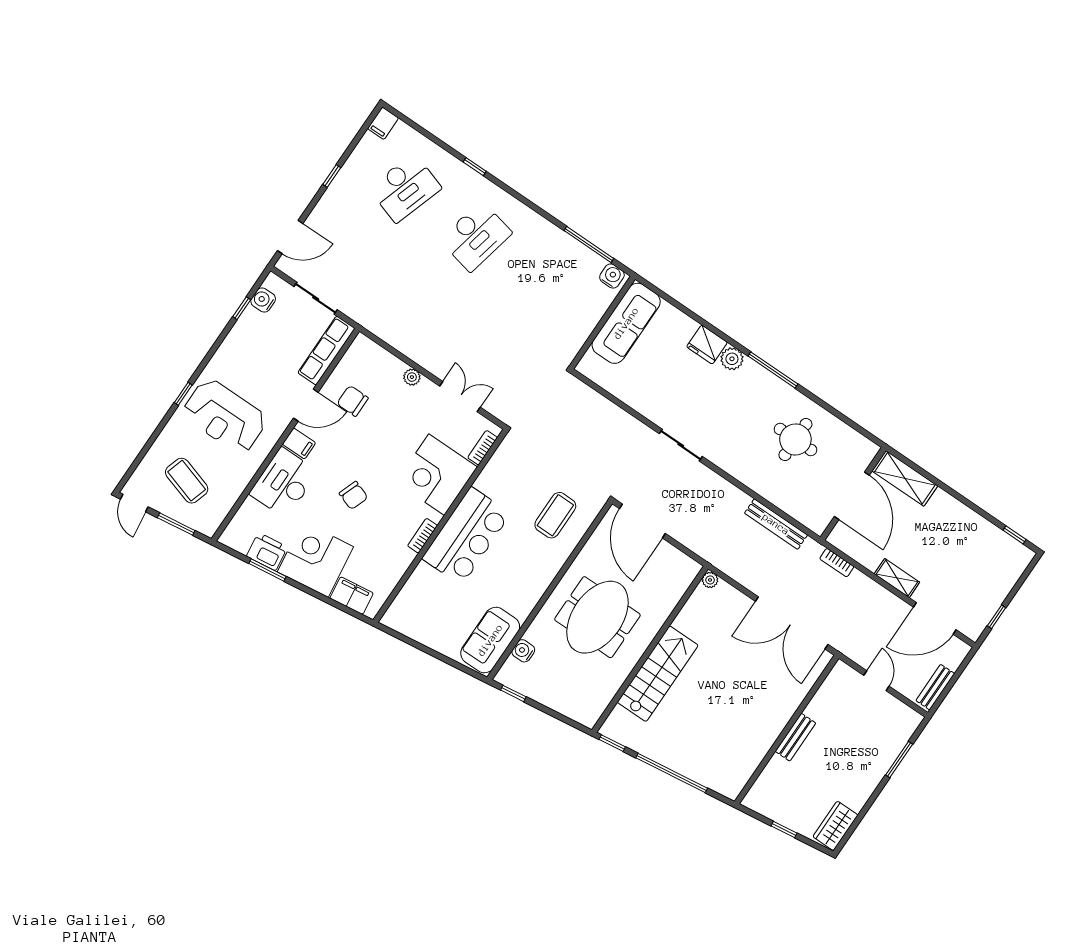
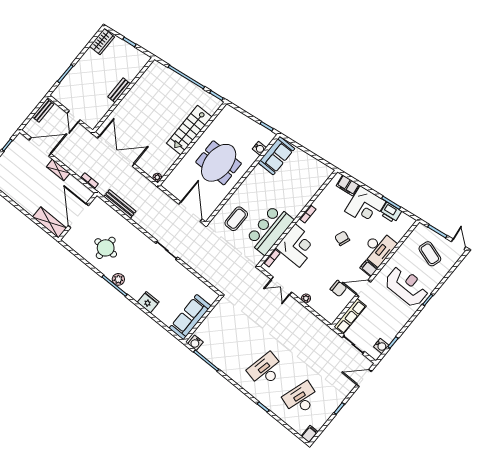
plant: (732, 359) -> (118, 279), moved
bar counter: (466, 536) -> (270, 230), moved

